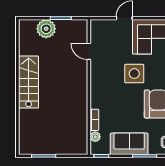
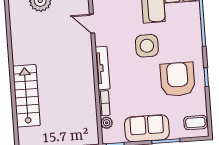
stairs: (29, 82) -> (26, 96), moved
tv unit: (95, 90) -> (103, 68), added

